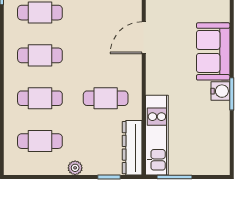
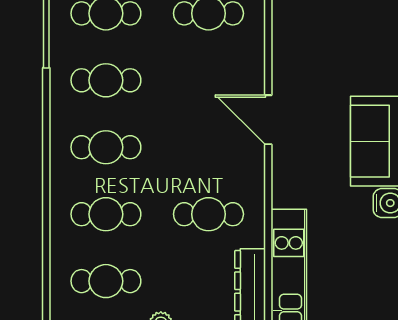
door: (144, 38) -> (268, 120), hinge flipped

